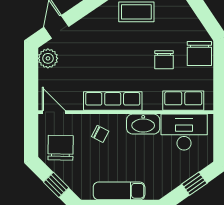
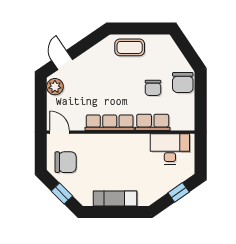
row of seats: (183, 101) -> (153, 122), moved
washbasin: (143, 124) -> (135, 142), removed
chair: (100, 134) -> (99, 150), removed
chair: (61, 148) -> (66, 162), turned 89

